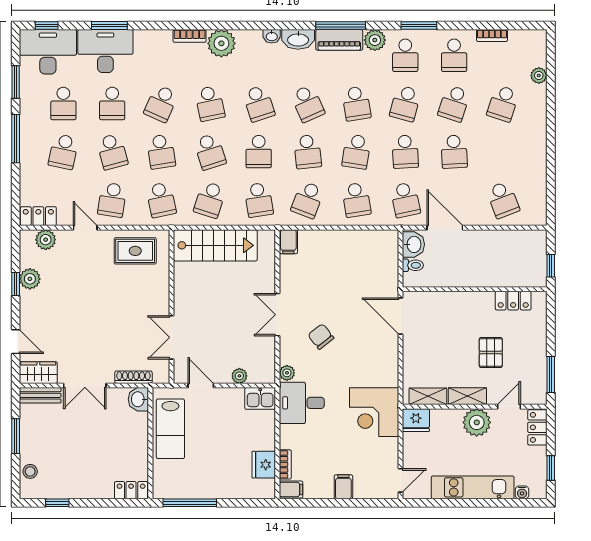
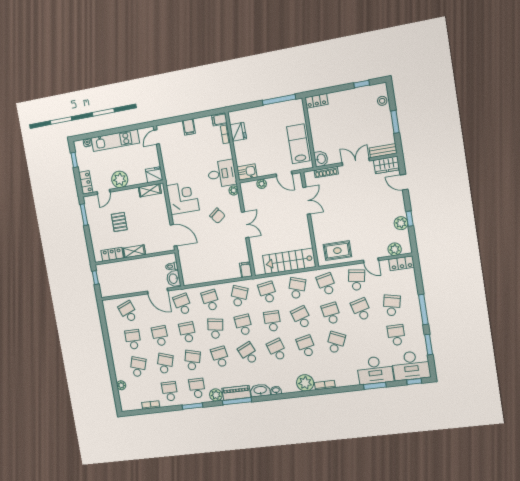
school desk: (112, 103) -> (133, 339), moved
shelving: (467, 396) -> (134, 251), moved
corner desk: (374, 412) -> (183, 198), moved

